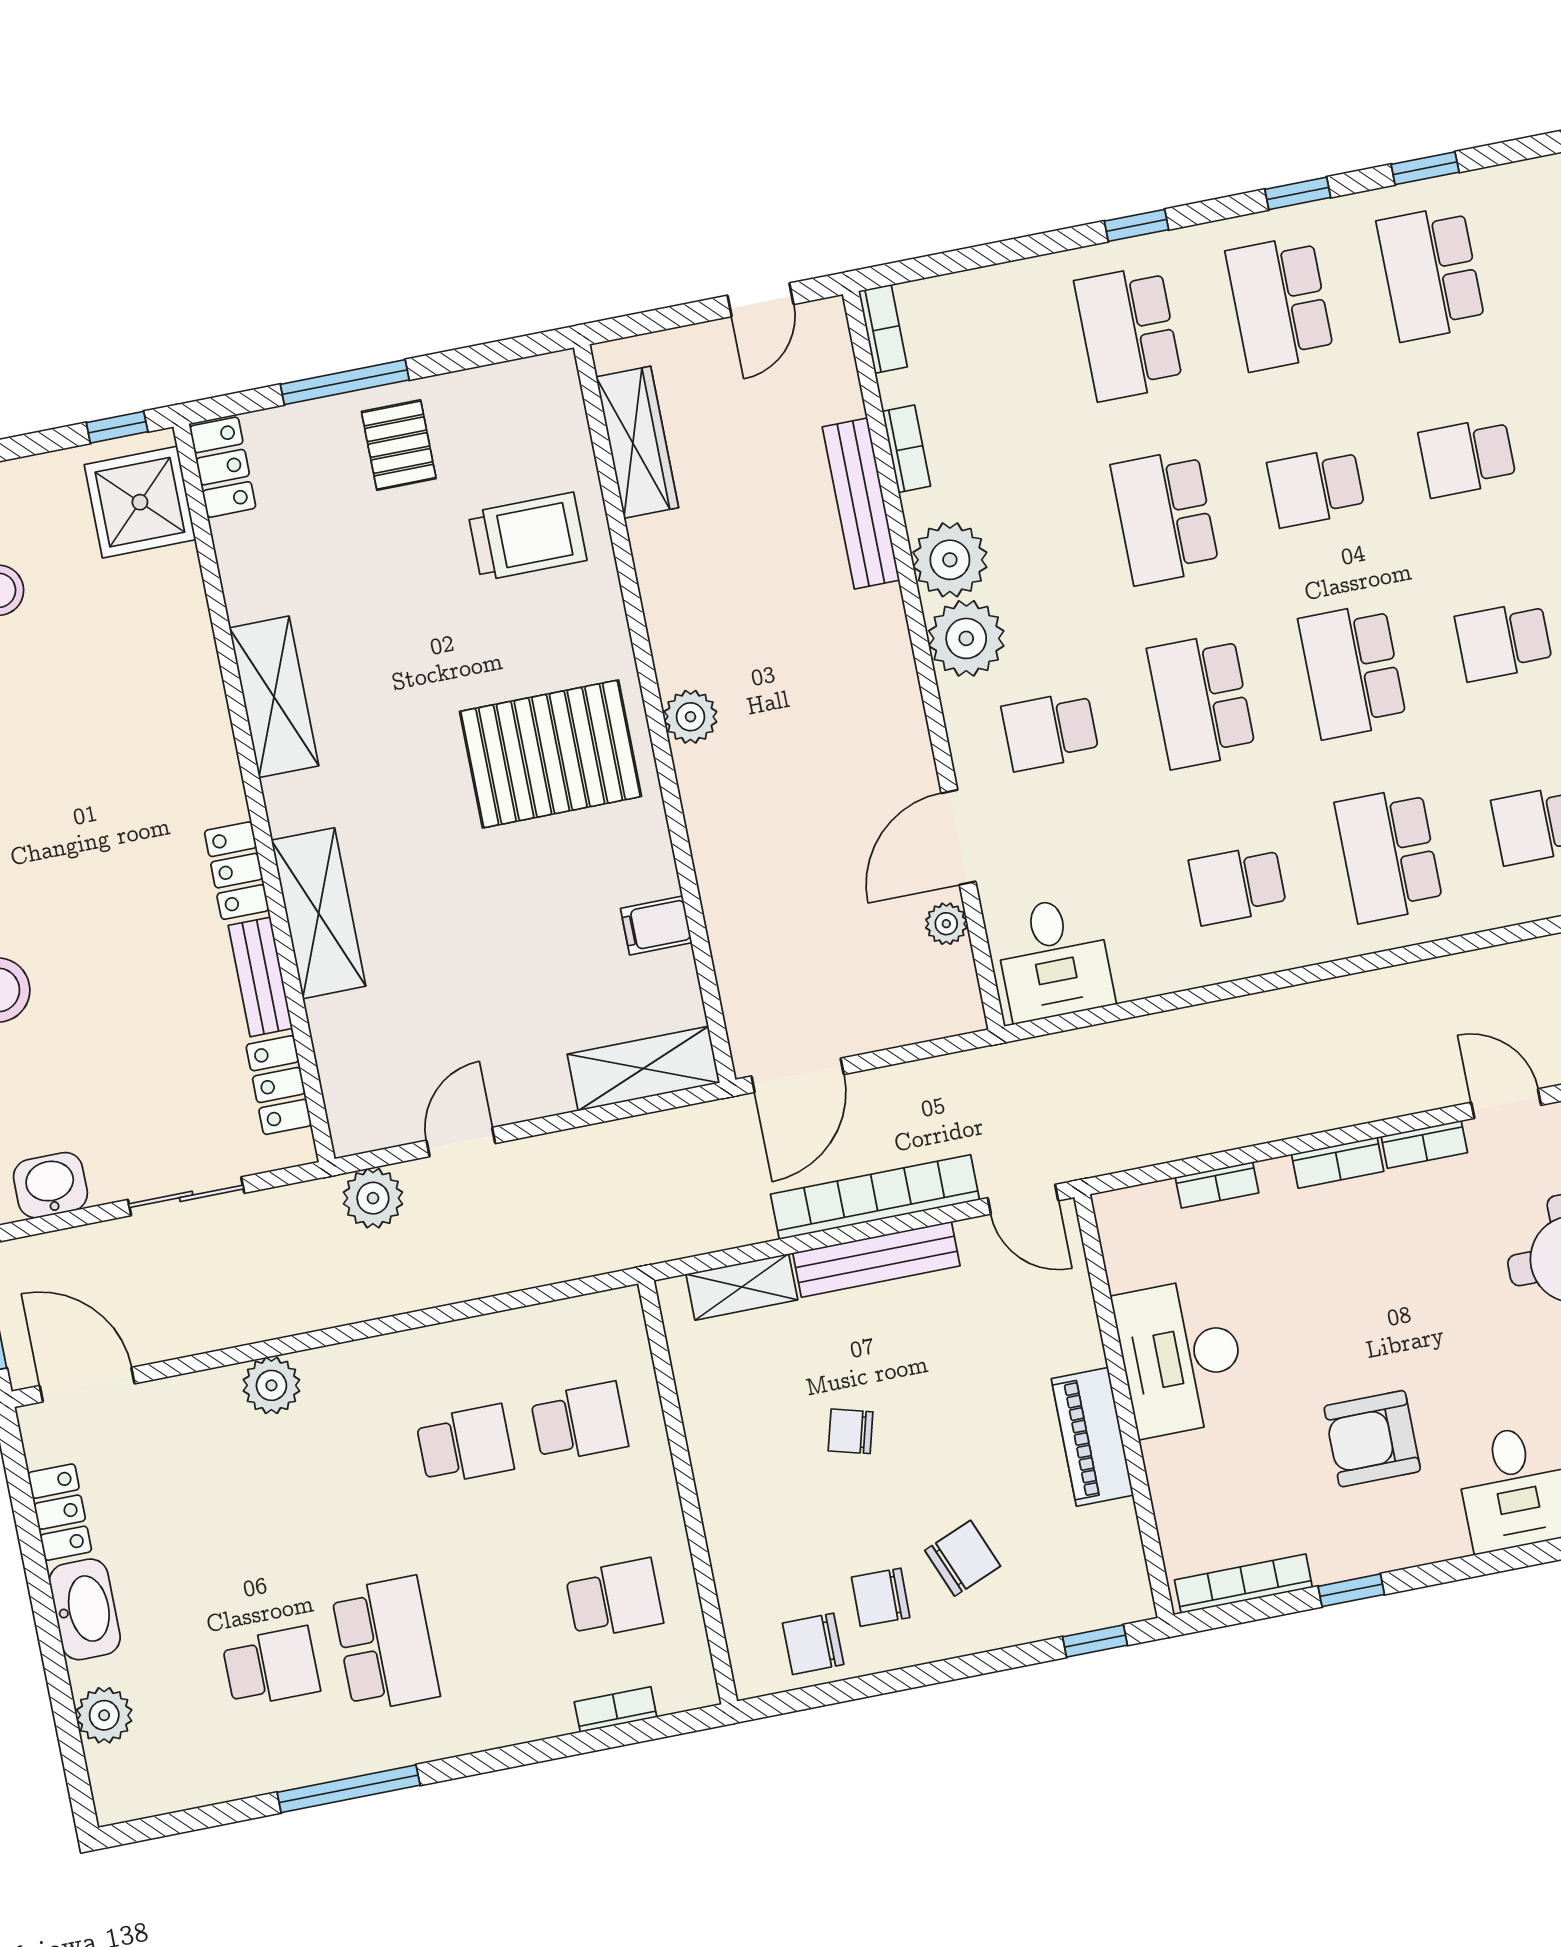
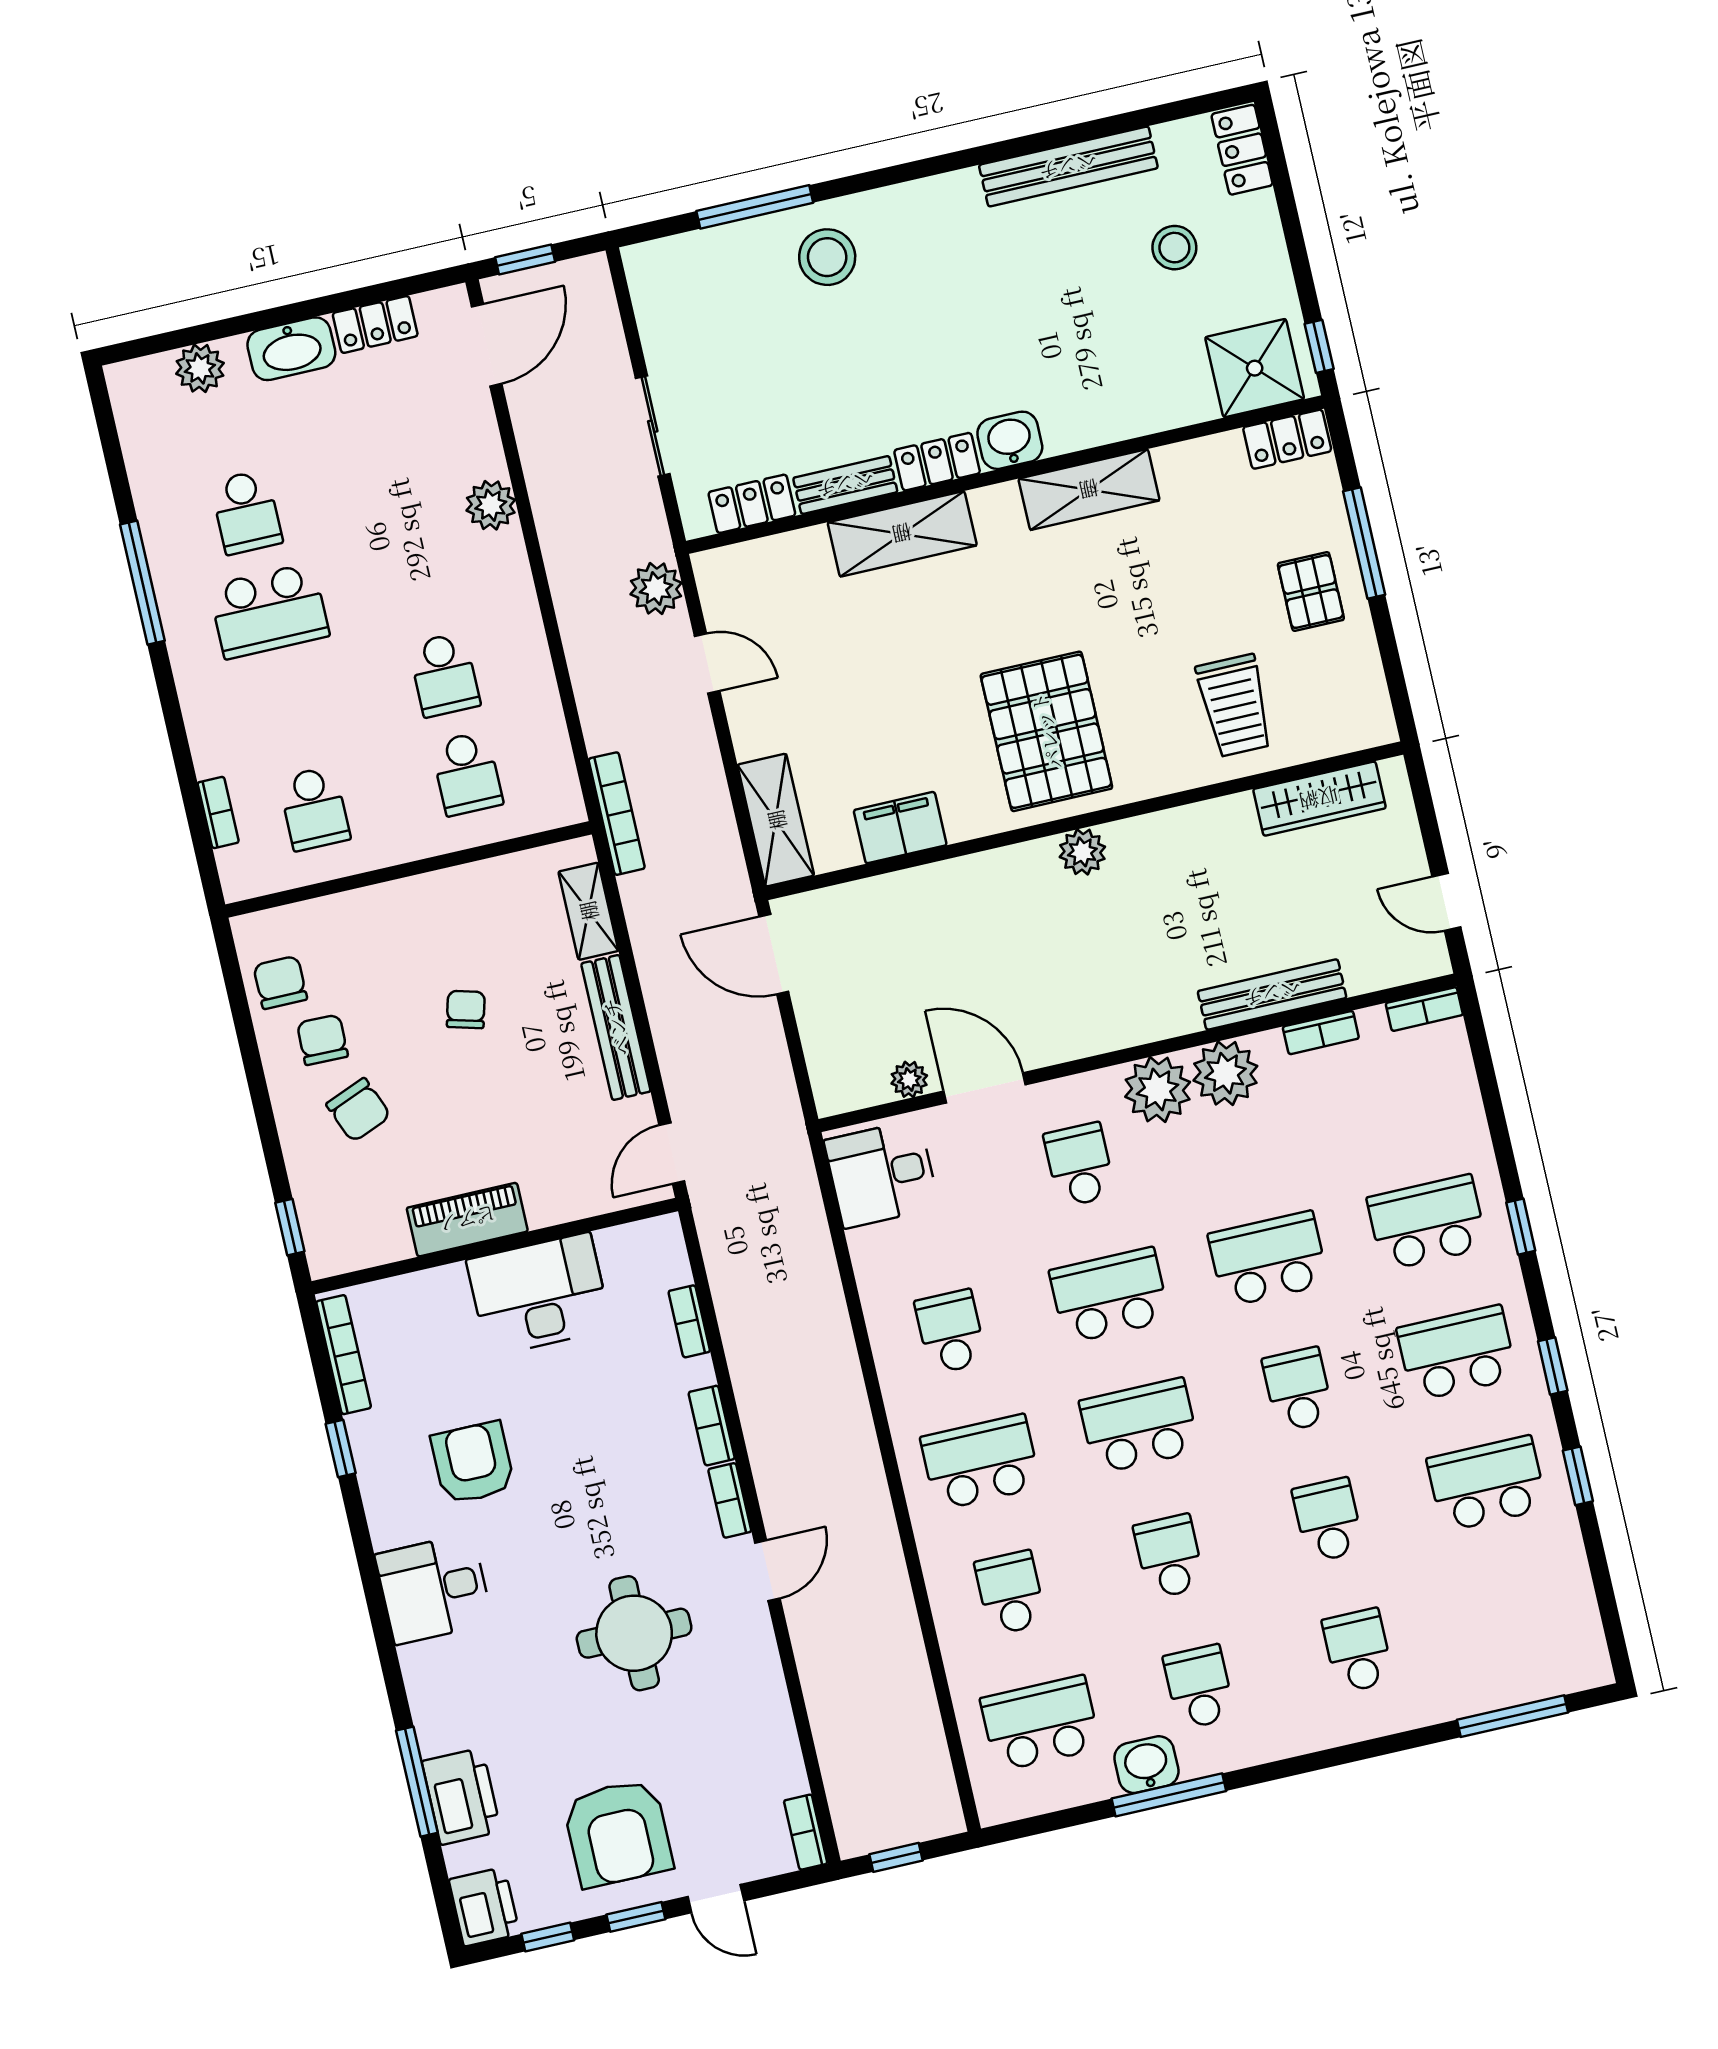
pallet: (399, 445) -> (1311, 592), turned 90
filing cabinet: (656, 925) -> (900, 828), width x2.00
washbasin: (50, 1185) -> (1010, 440), moved, turned -90
bookcase: (875, 1197) -> (617, 814), moved, width x0.68, depth x0.76

